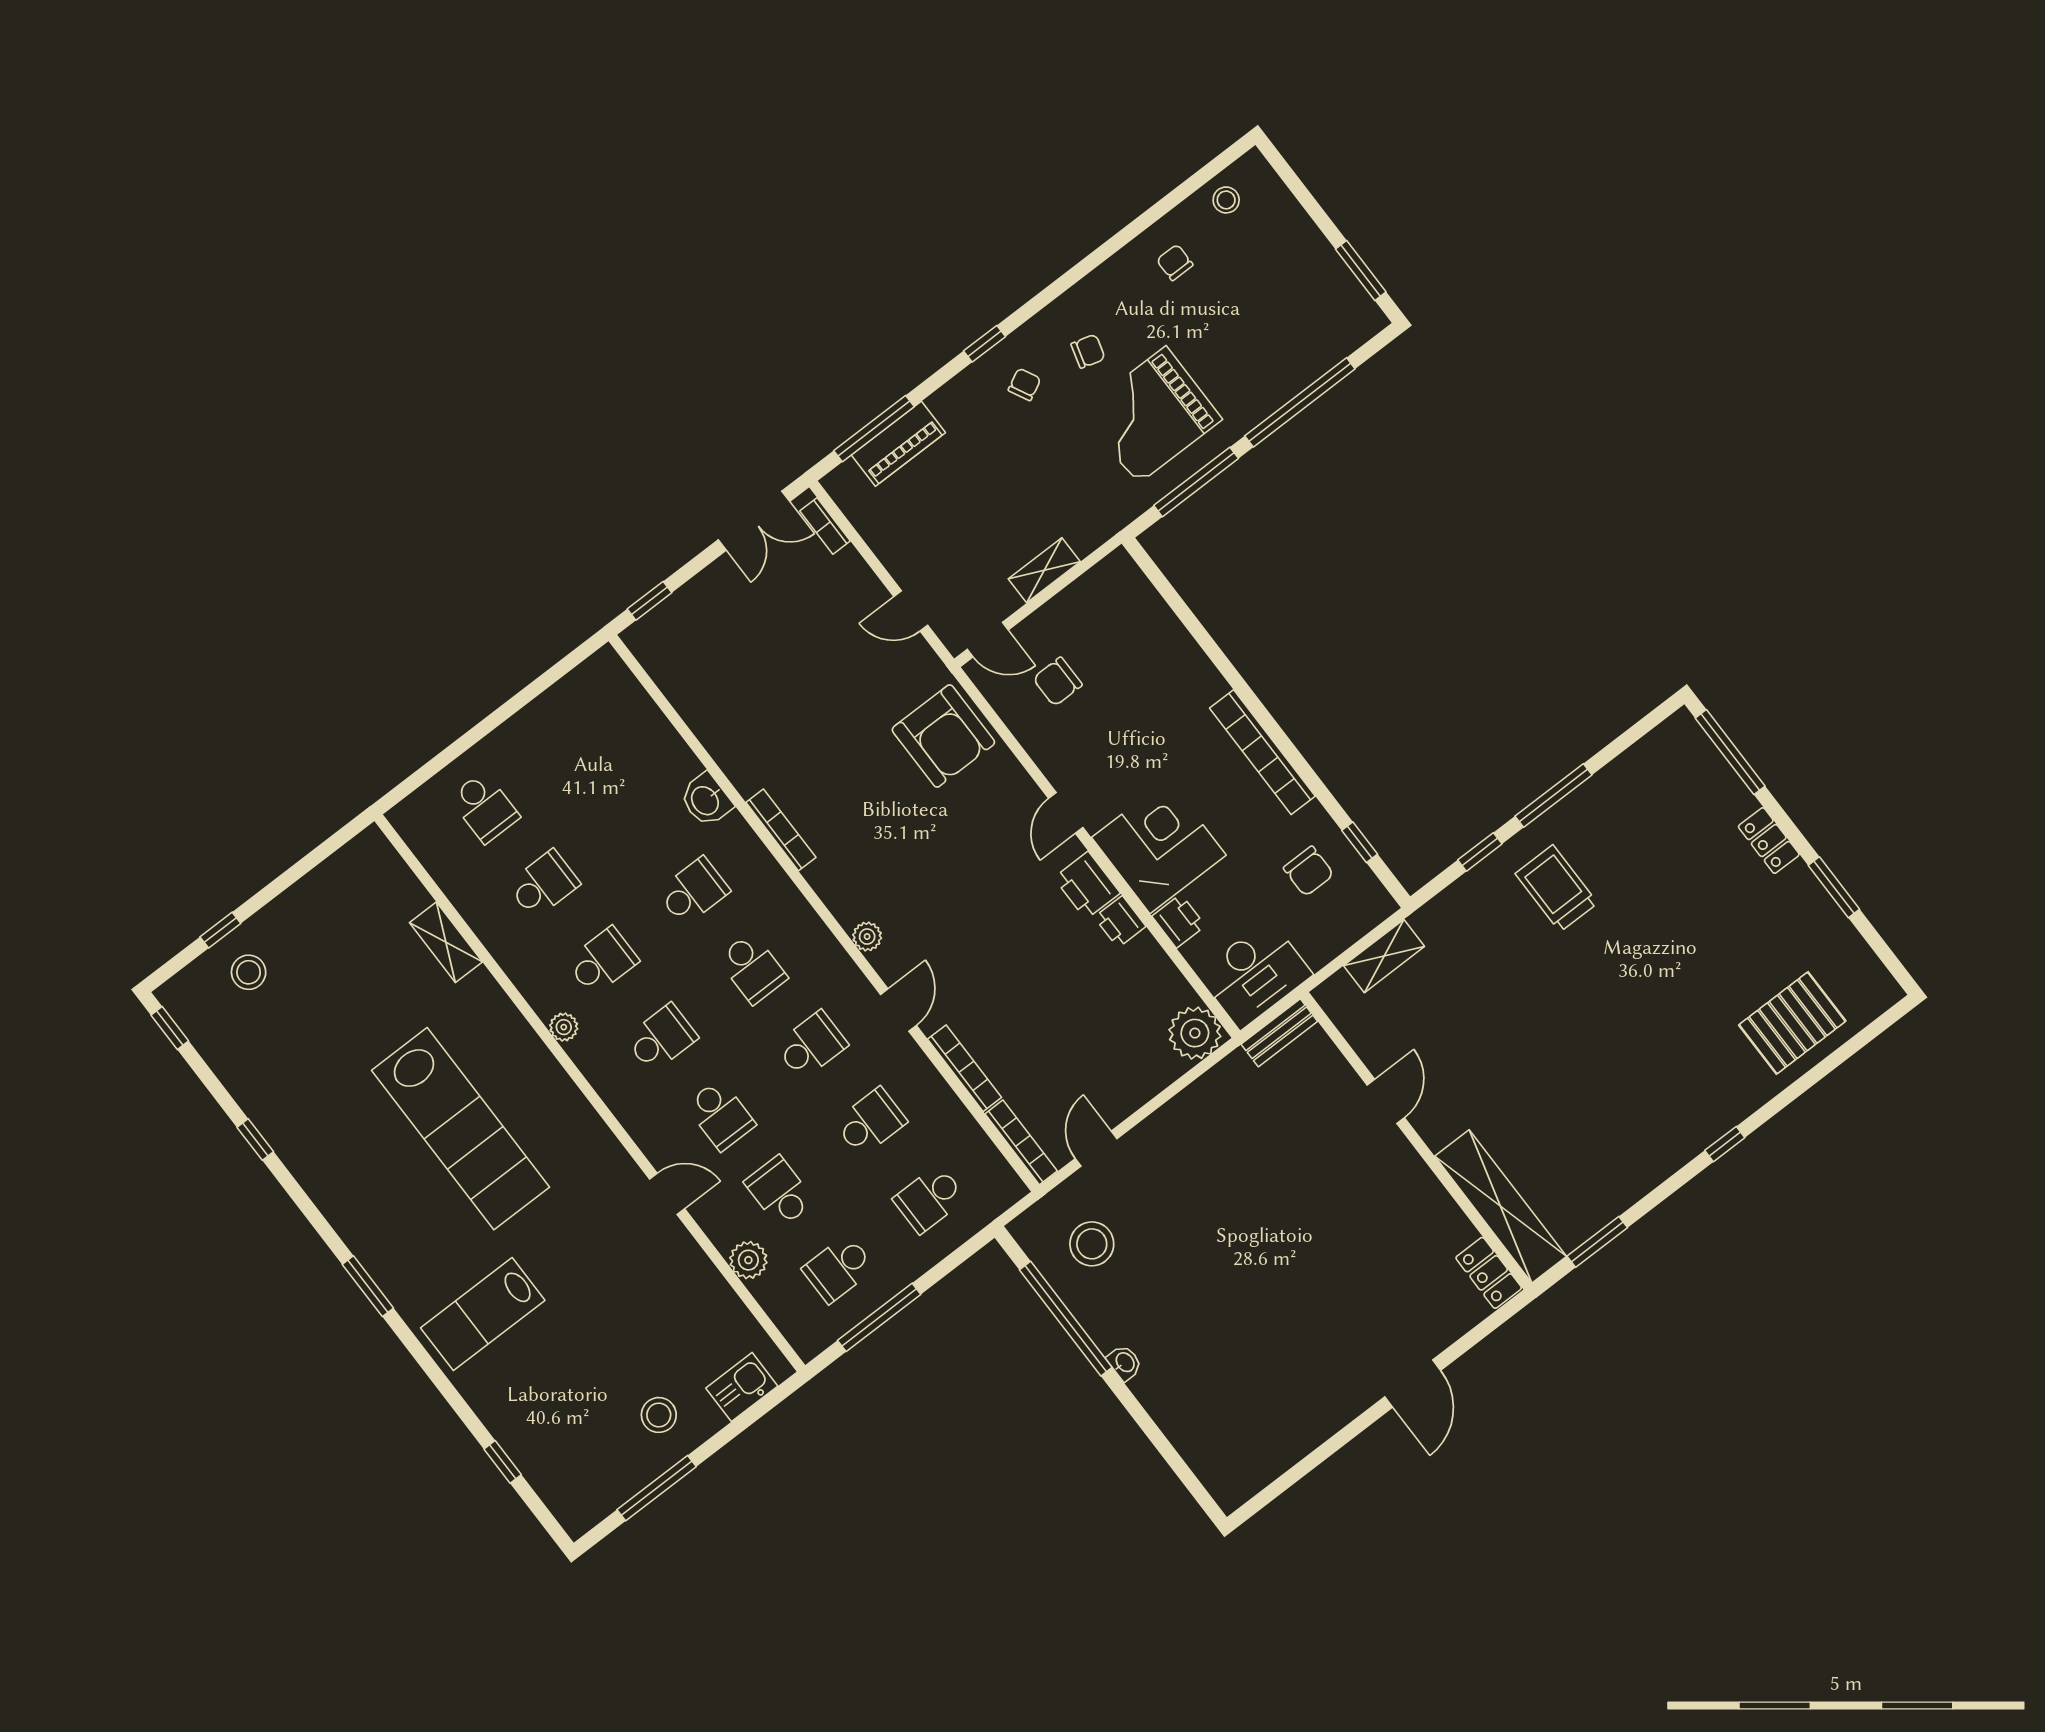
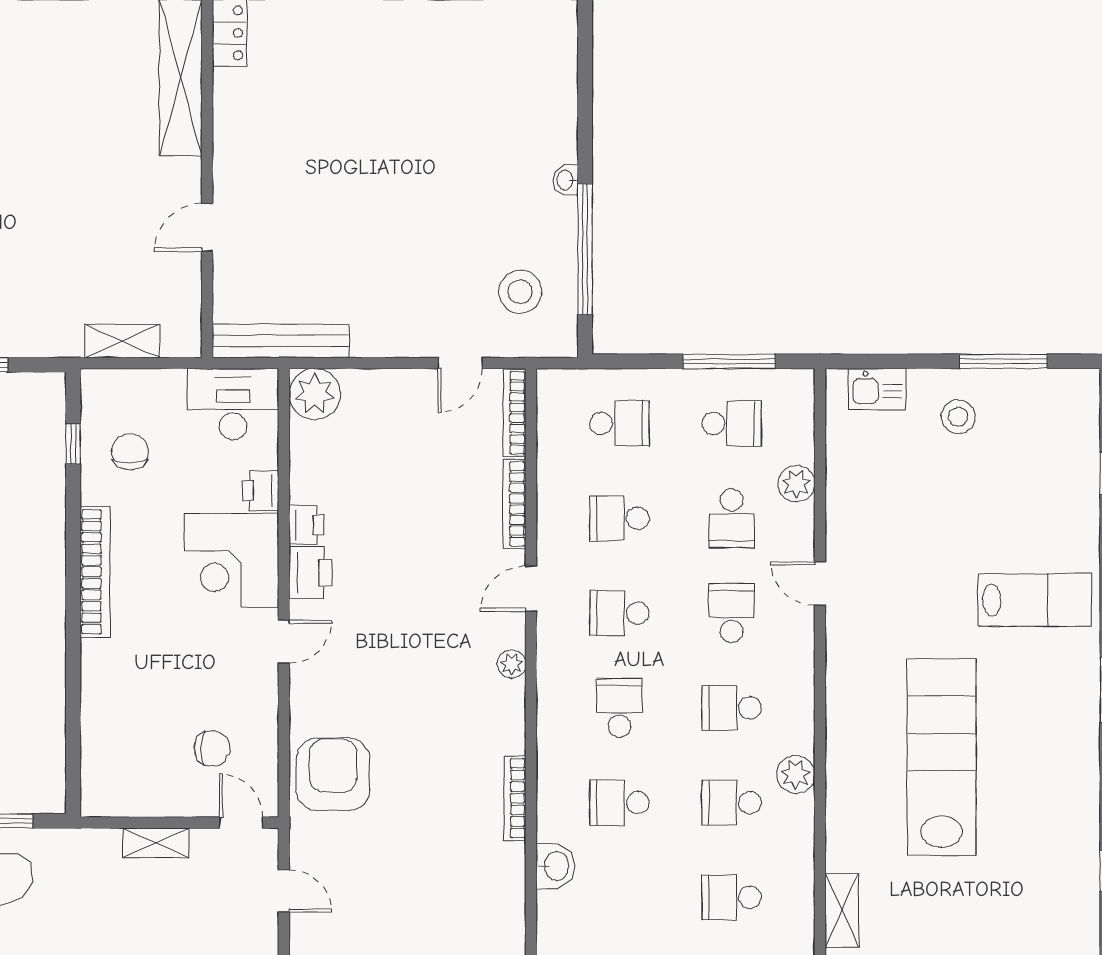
plant: (564, 1027) -> (796, 774), width x1.38, depth x1.38
bench: (1279, 1033) -> (281, 341), width x1.86, depth x1.21

